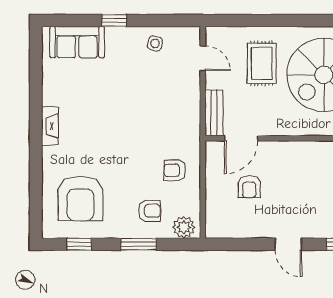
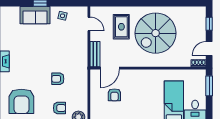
sofa: (77, 42) -> (35, 15), moved
armchair: (175, 170) -> (58, 79), moved

